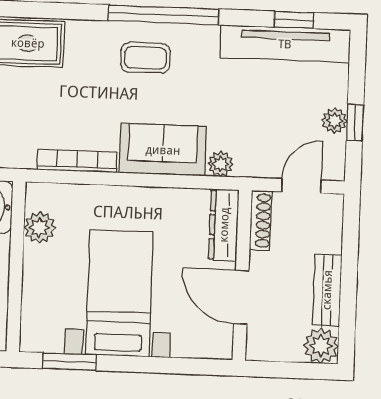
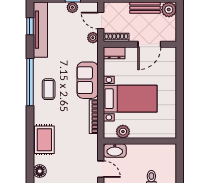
plant: (220, 164) -> (93, 38), moved
dresser: (224, 225) -> (114, 53), width x0.70
bed with nightstands: (120, 293) -> (130, 99), moved, turned 180
window: (69, 362) -> (180, 117), removed

